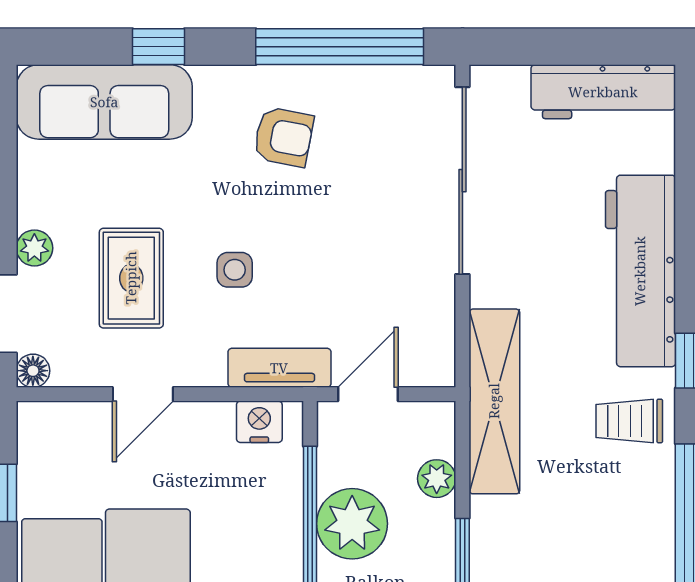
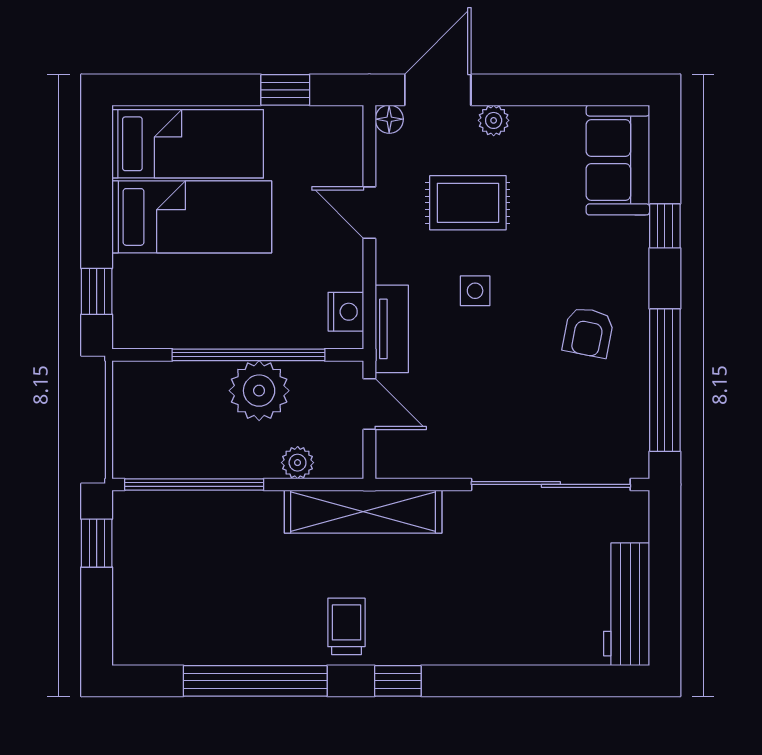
sofa: (104, 102) -> (618, 160), width x0.73
workbench: (640, 271) -> (474, 636), removed

